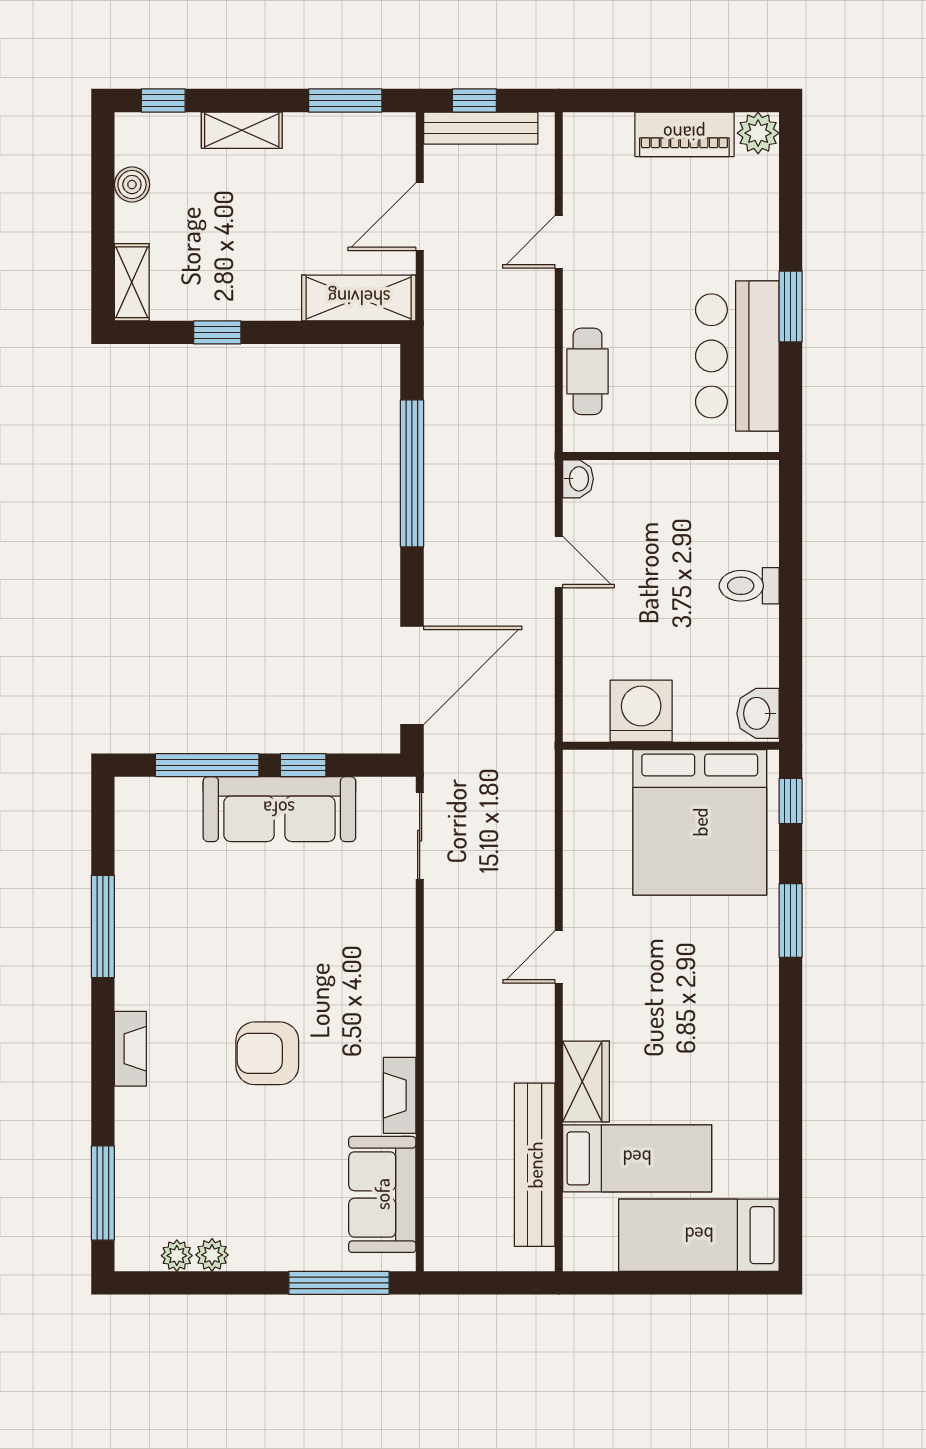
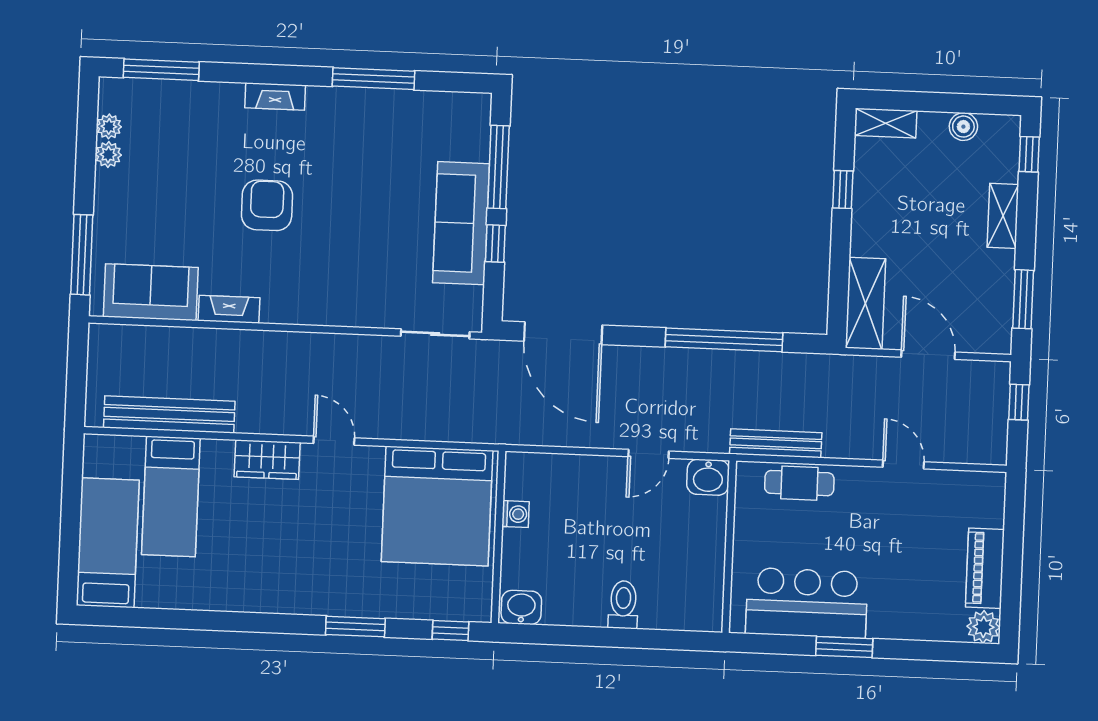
bench: (481, 128) -> (776, 443), moved, turned 90
washbasin: (578, 479) -> (708, 477), width x1.38, depth x1.45
washing machine: (641, 711) -> (516, 514), width x0.53, depth x0.53
bed: (700, 822) -> (437, 506), moved, turned -90
wardrobe: (586, 1081) -> (267, 460), moved

